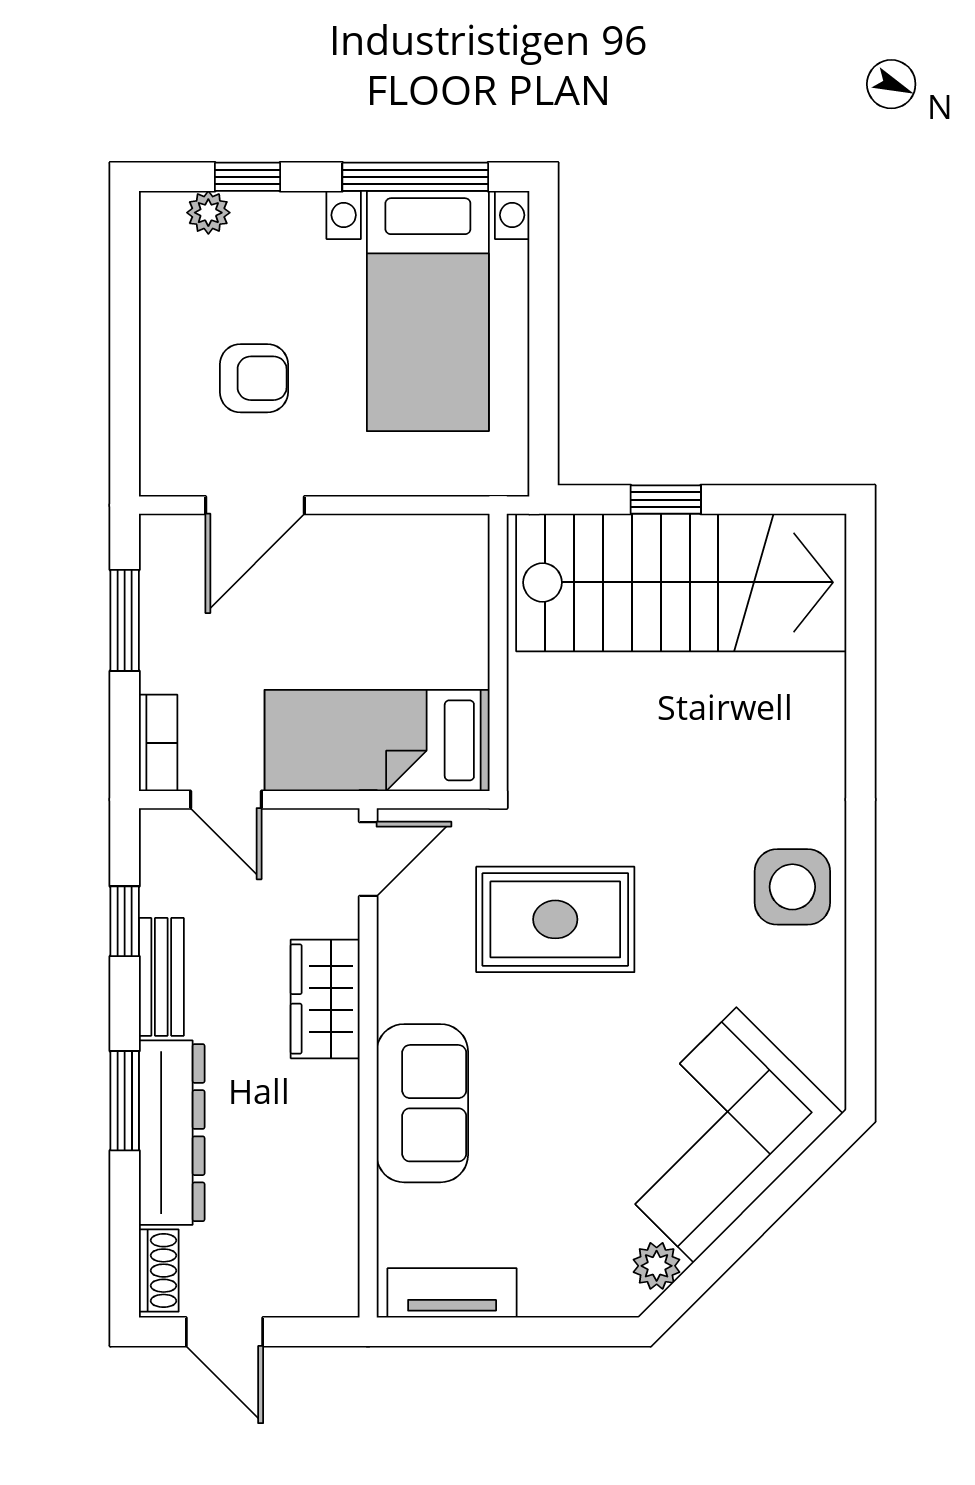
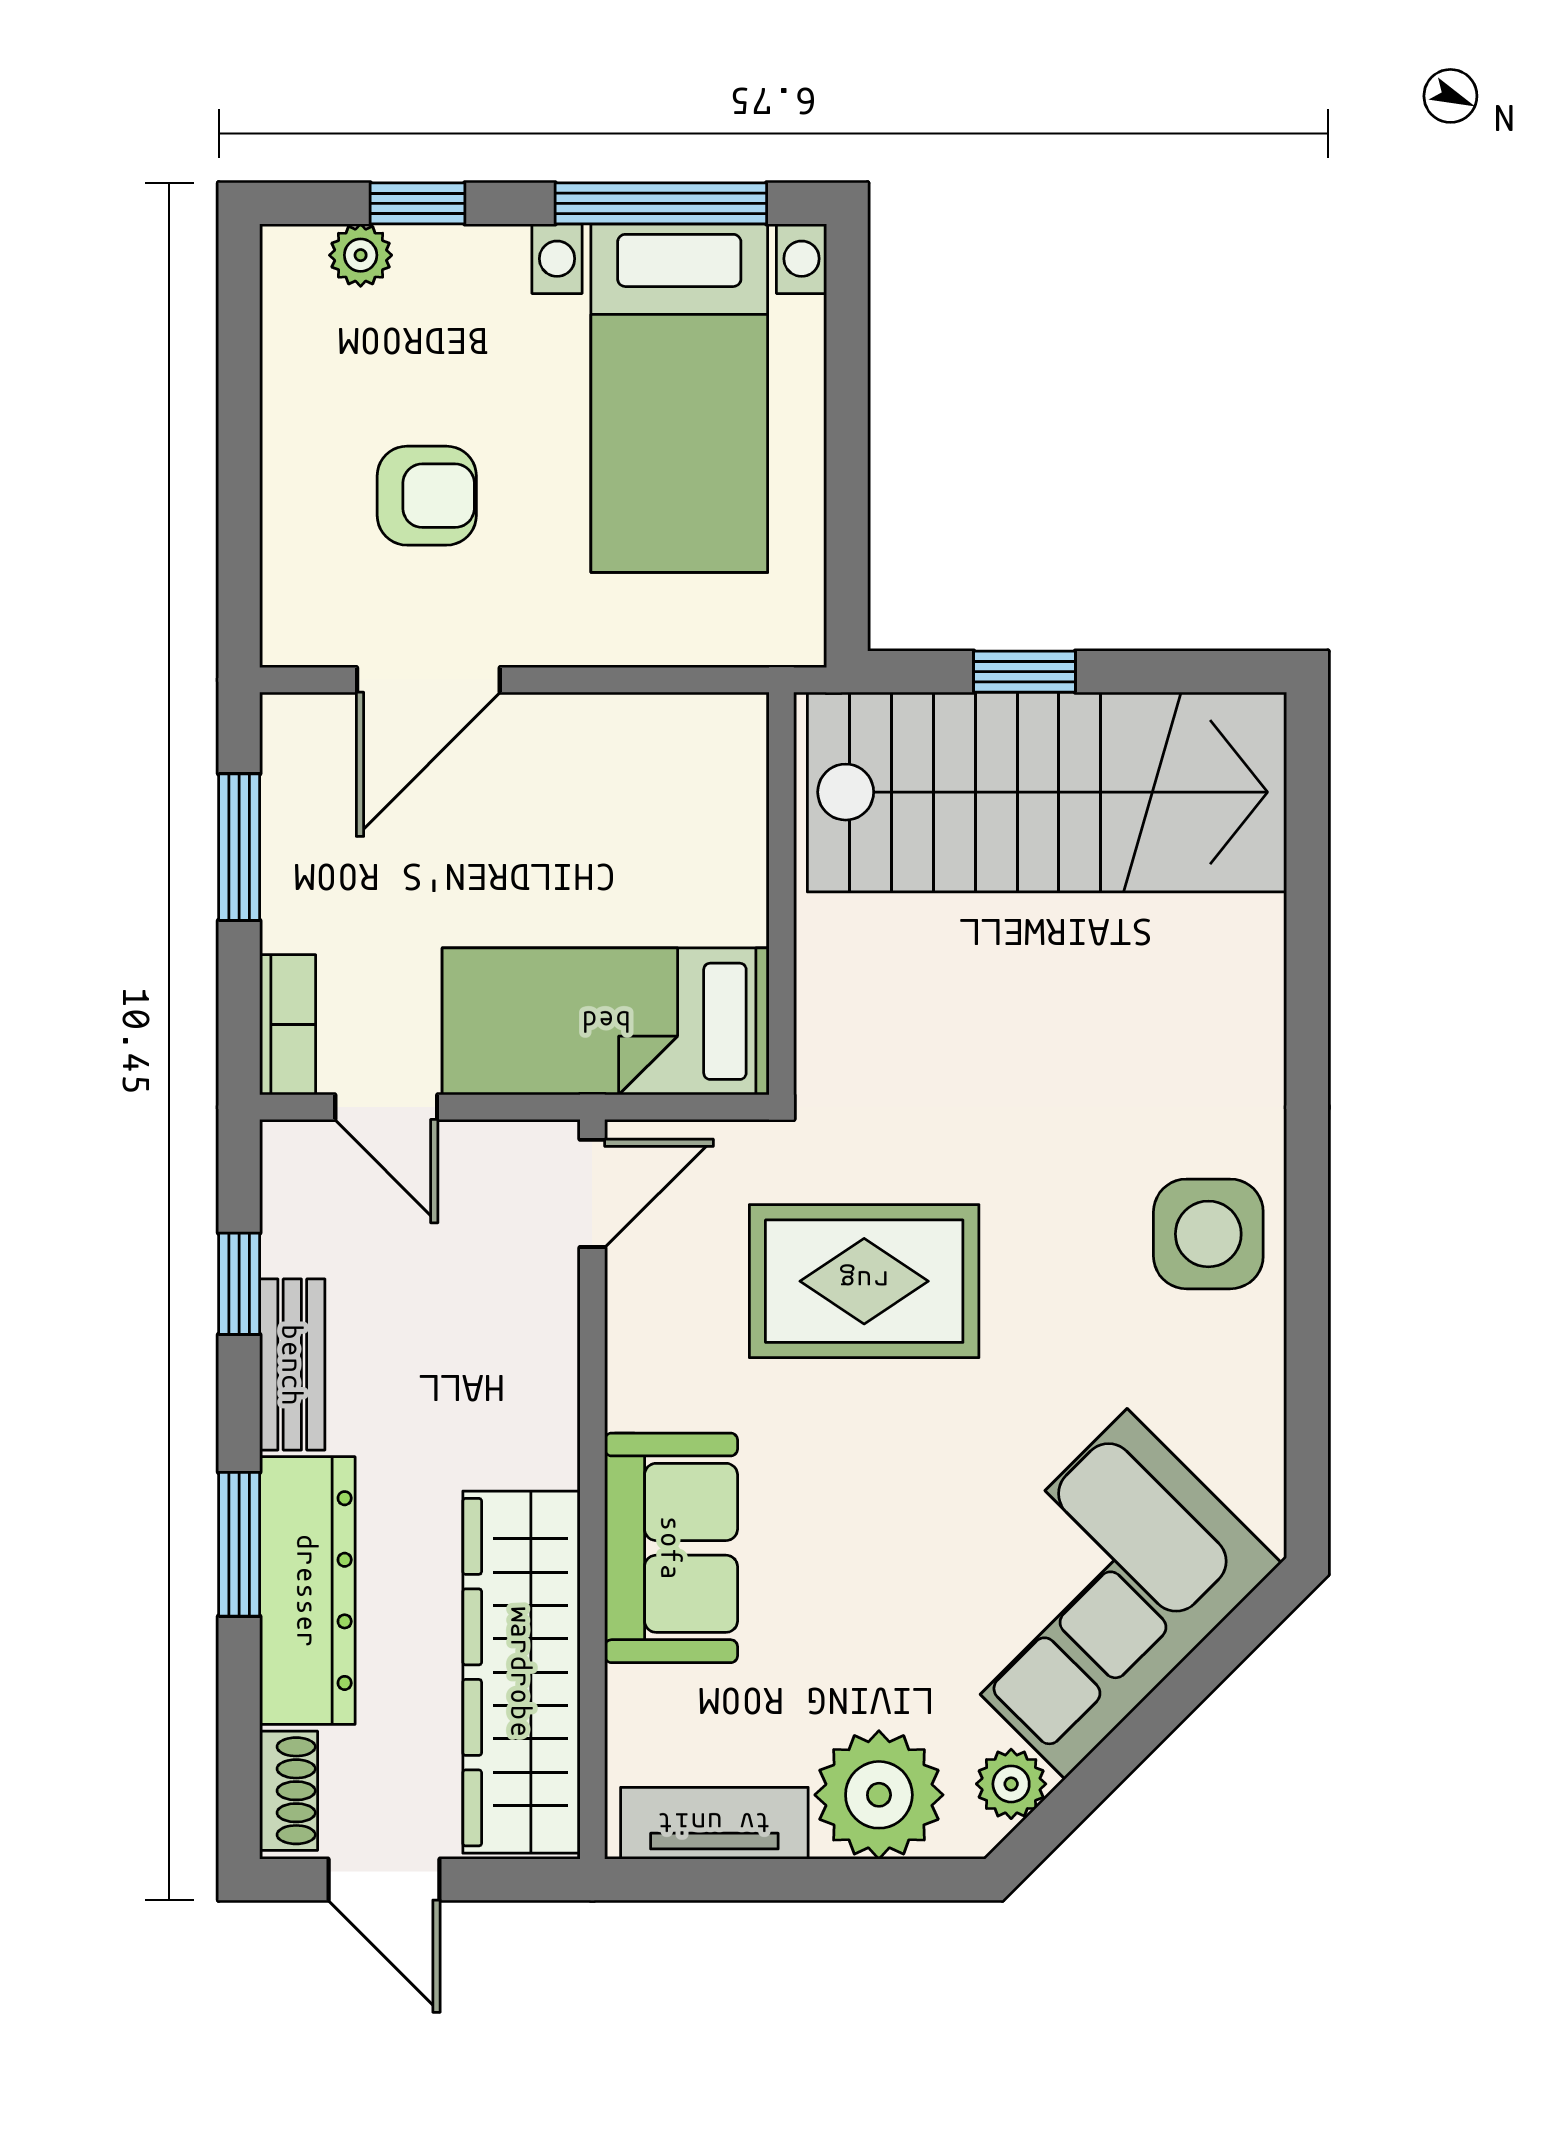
wardrobe: (325, 999) -> (521, 1672), moved, width x2.10, depth x1.17
plant: (565, 1273) -> (879, 1795), added

